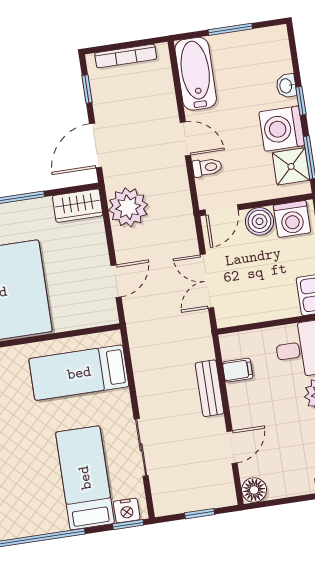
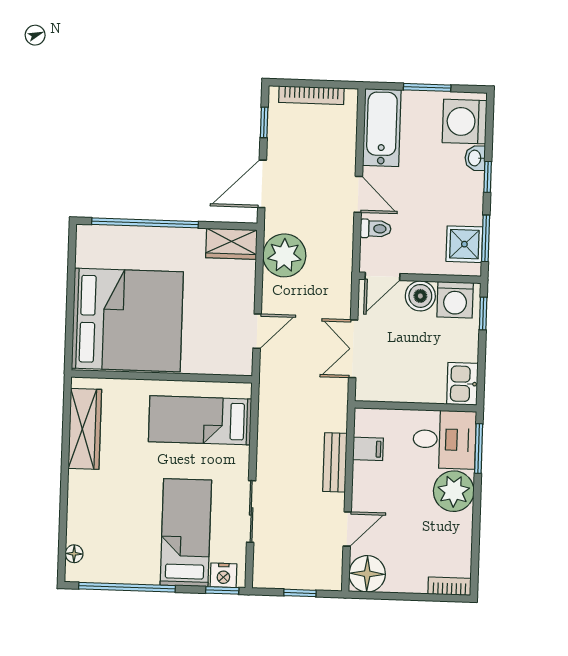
washing machine: (282, 129) -> (465, 122), moved
floor lamp: (254, 490) -> (367, 574), width x1.38, depth x1.38

